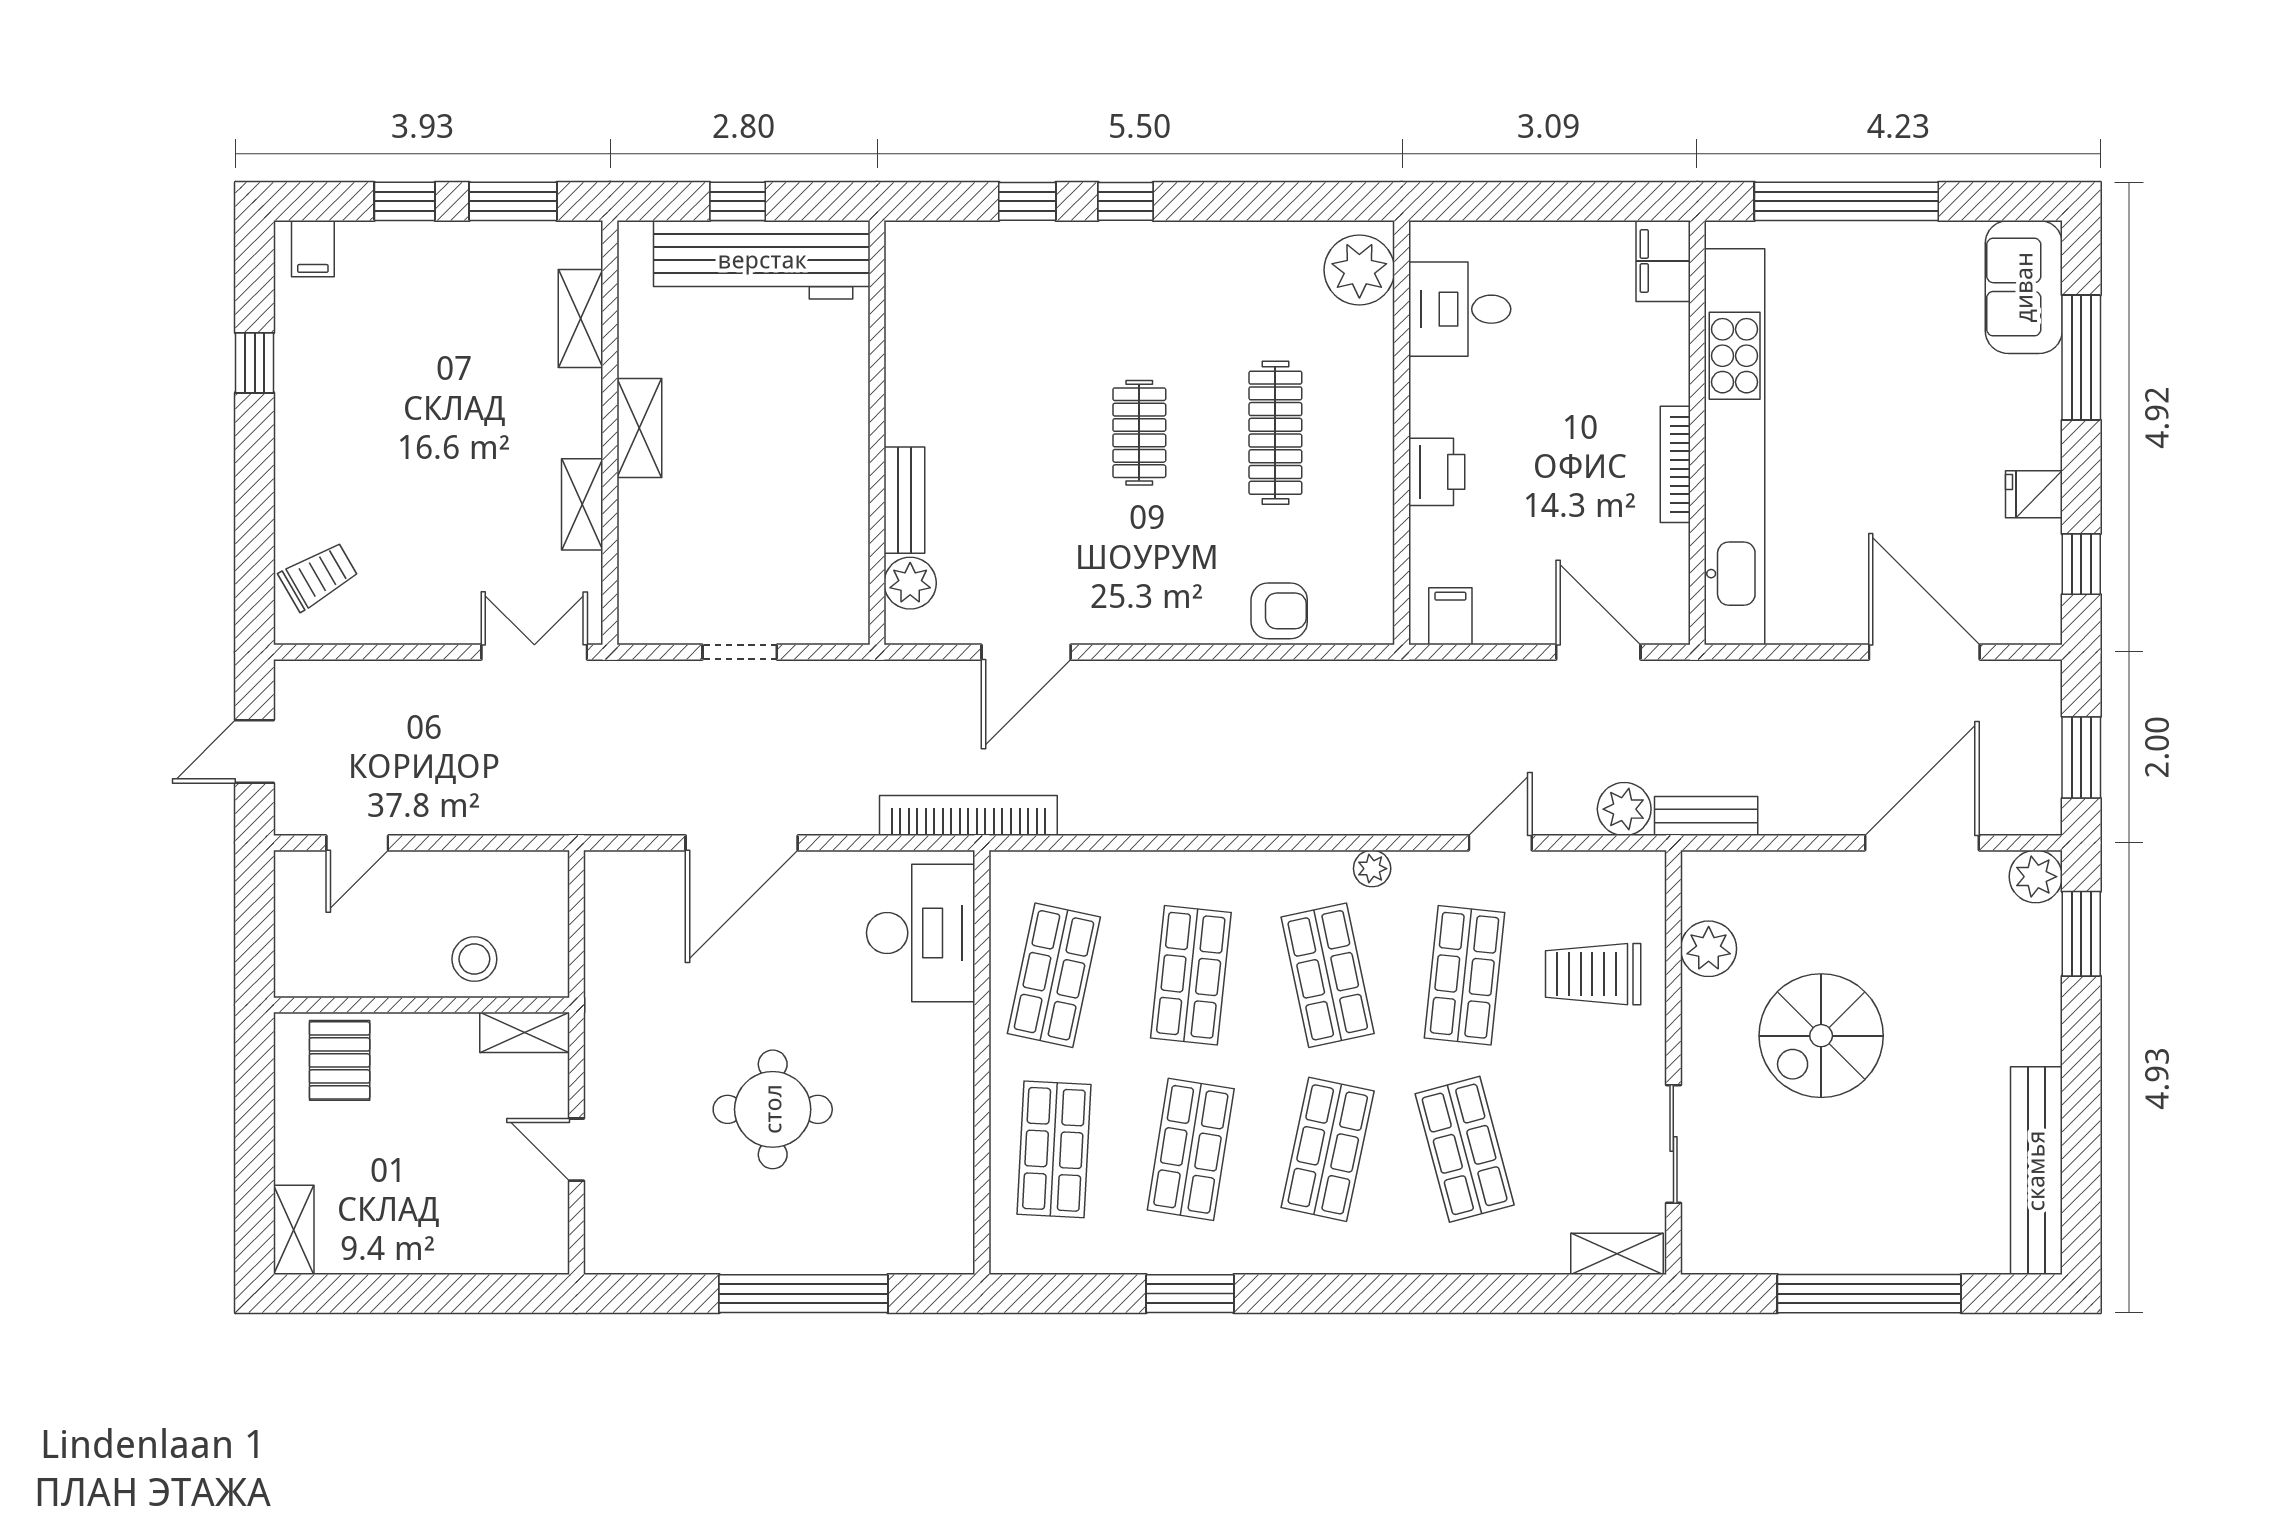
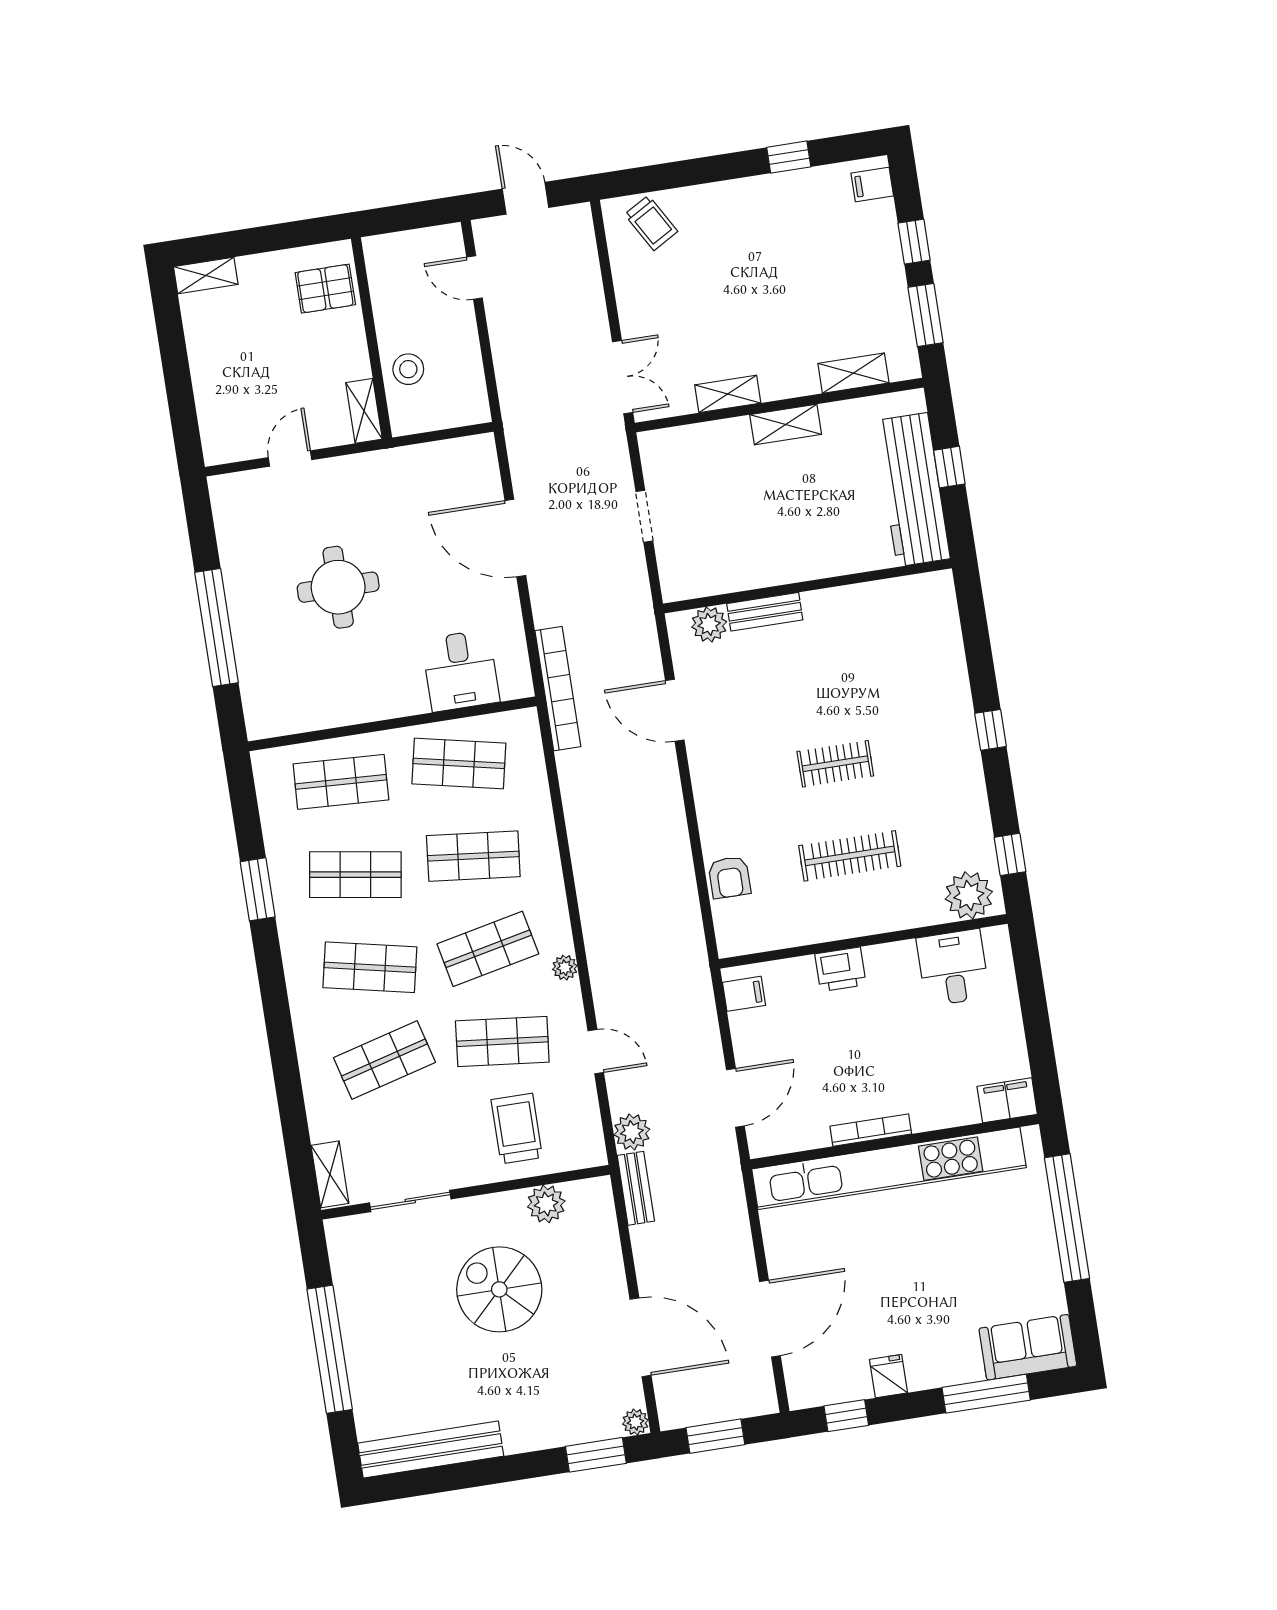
window: (1027, 201) -> (1010, 854), moved
plant: (2036, 877) -> (635, 1422), width x0.73, depth x0.73
desk: (921, 933) -> (461, 671), width x0.73

